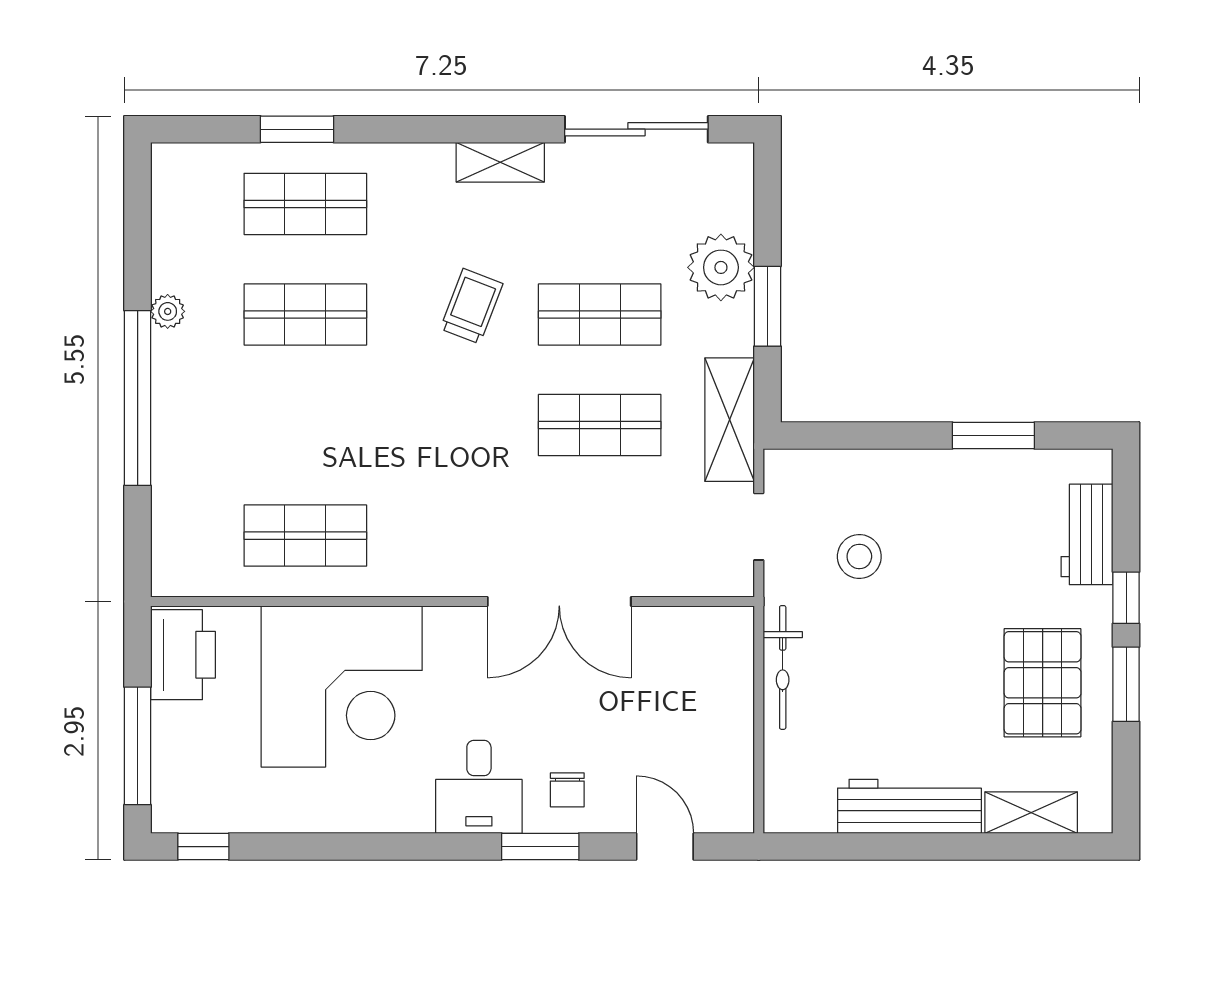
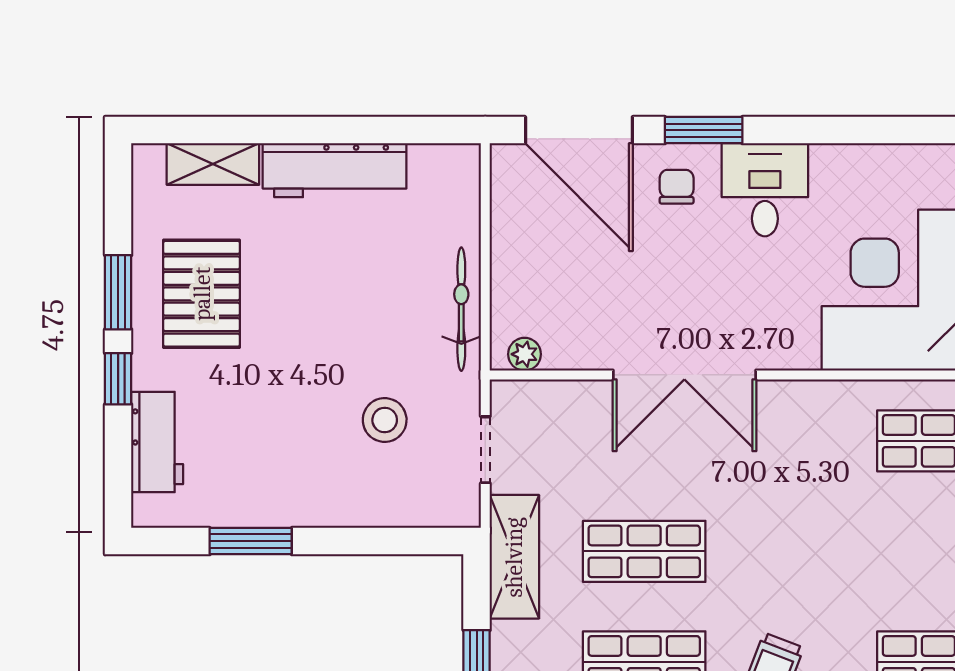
double door: (559, 602) -> (684, 375), swing flipped
plant: (719, 622) -> (525, 354), added
door: (665, 847) -> (579, 130), width x1.88

